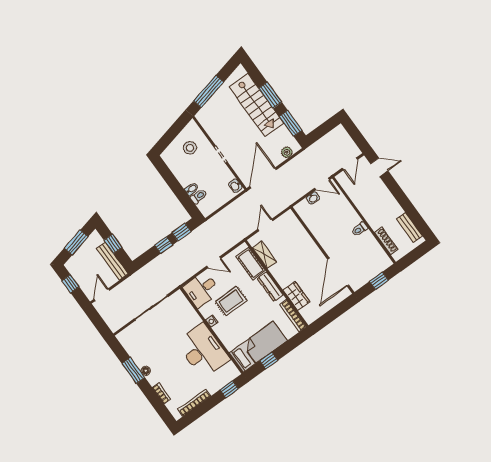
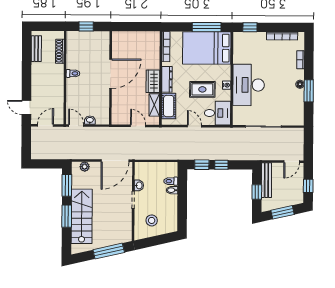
washbasin: (235, 186) -> (139, 185), moved
door: (265, 225) -> (138, 126), swing flipped
door: (338, 272) -> (111, 74), moved
wardrobe: (296, 296) -> (153, 81), moved
bed: (258, 347) -> (207, 48), width x1.50
desk: (203, 351) -> (249, 85), moved
window: (269, 361) -> (207, 27), width x2.17

